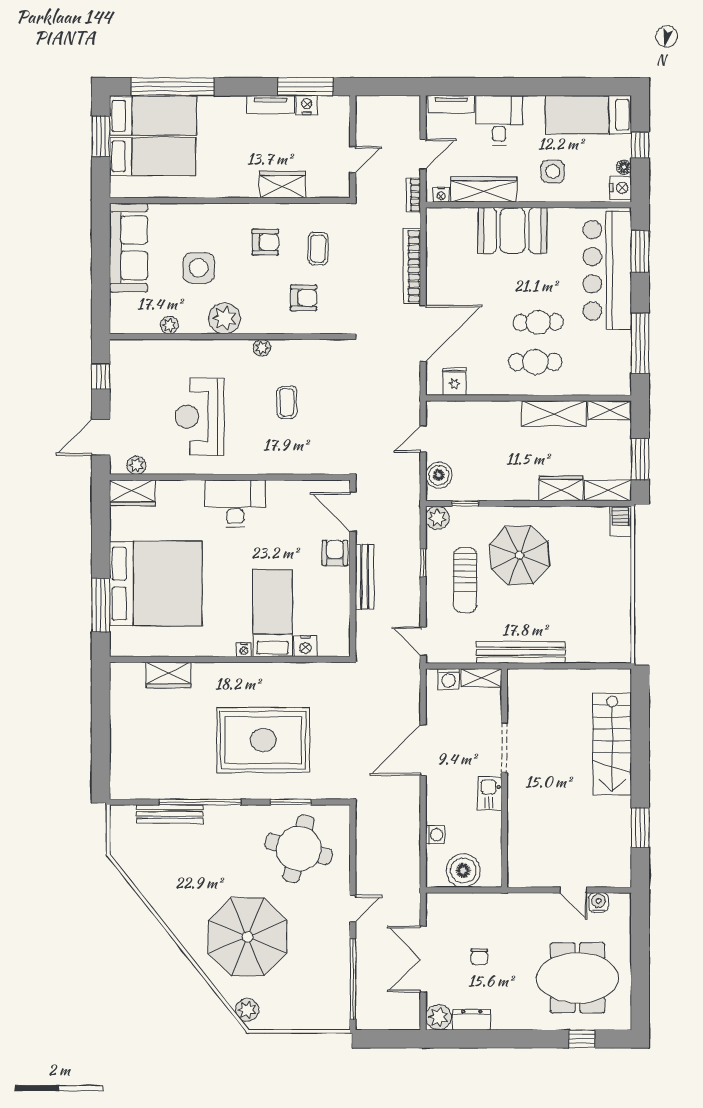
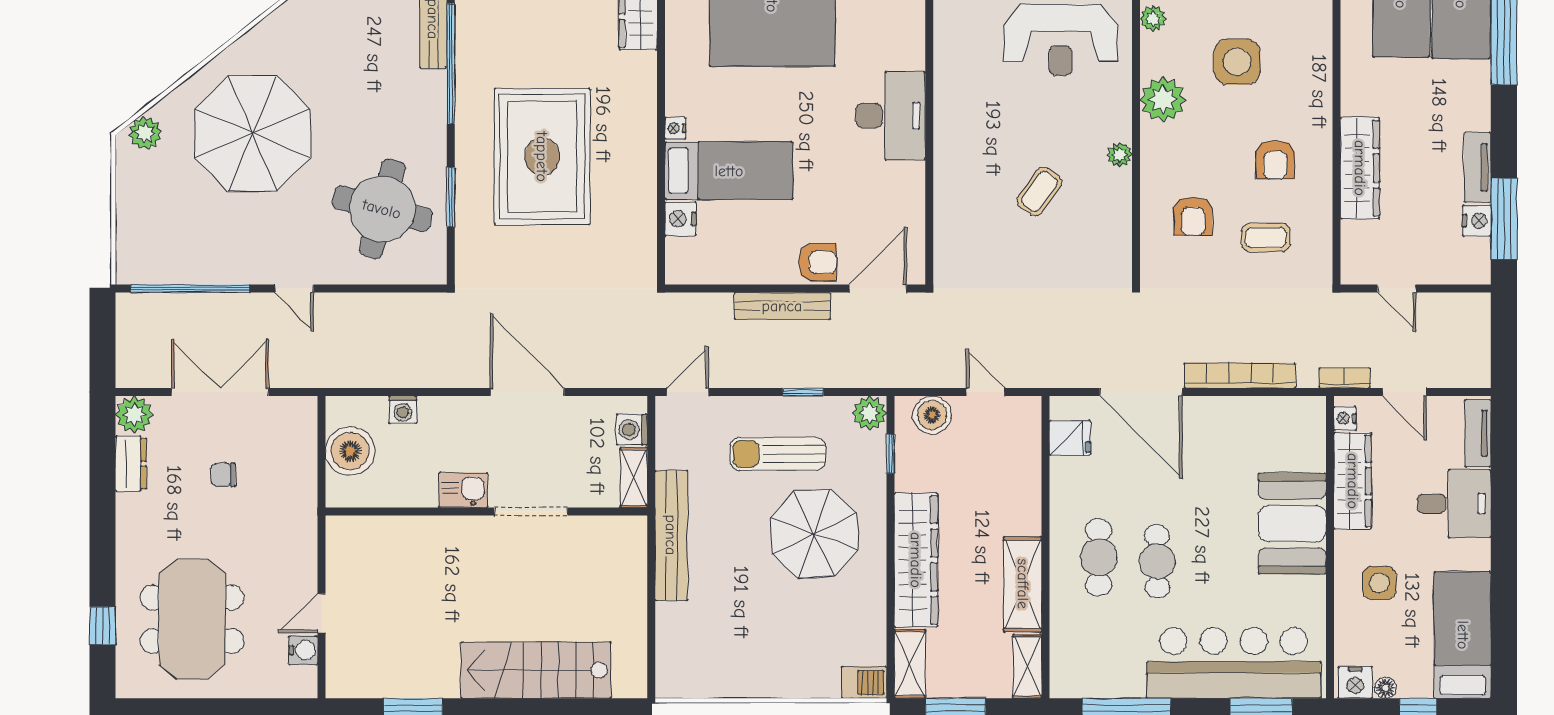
wardrobe: (282, 185) -> (1360, 168), width x1.50
coffee table: (287, 402) -> (1039, 191), turned -54
reception desk: (199, 417) -> (1061, 40), moved, turned 180
wardrobe: (561, 488) -> (916, 560), width x2.10, depth x1.17

